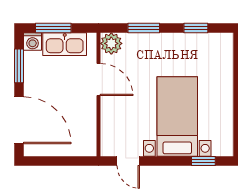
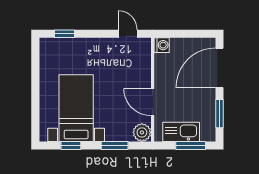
washing machine: (33, 42) -> (162, 45), moved, turned 90
bed with nightstands: (177, 116) -> (76, 108), moved, turned 180
door: (19, 120) -> (219, 68), hinge flipped

